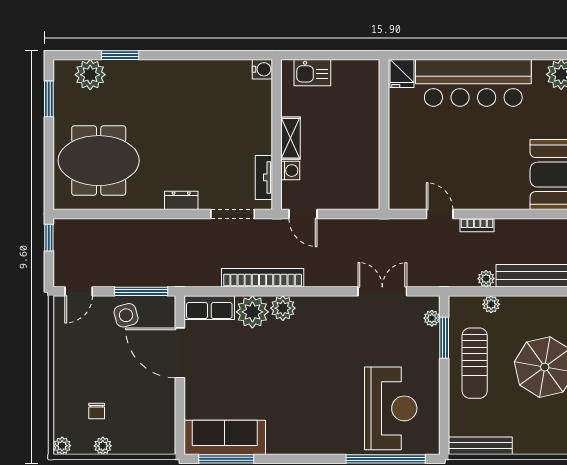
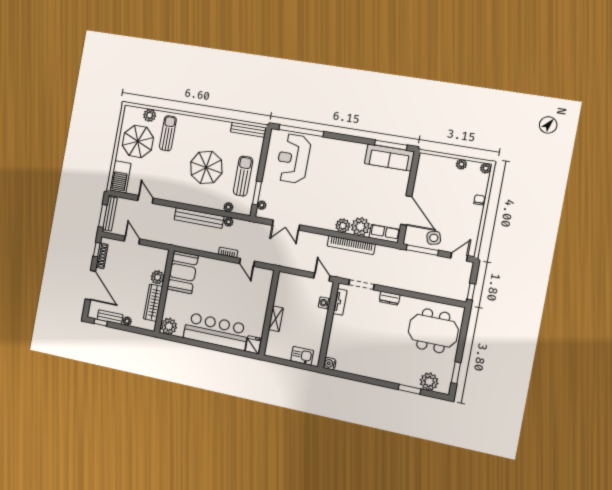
shelving: (290, 138) -> (276, 319), moved
chair: (97, 411) -> (479, 200), moved

